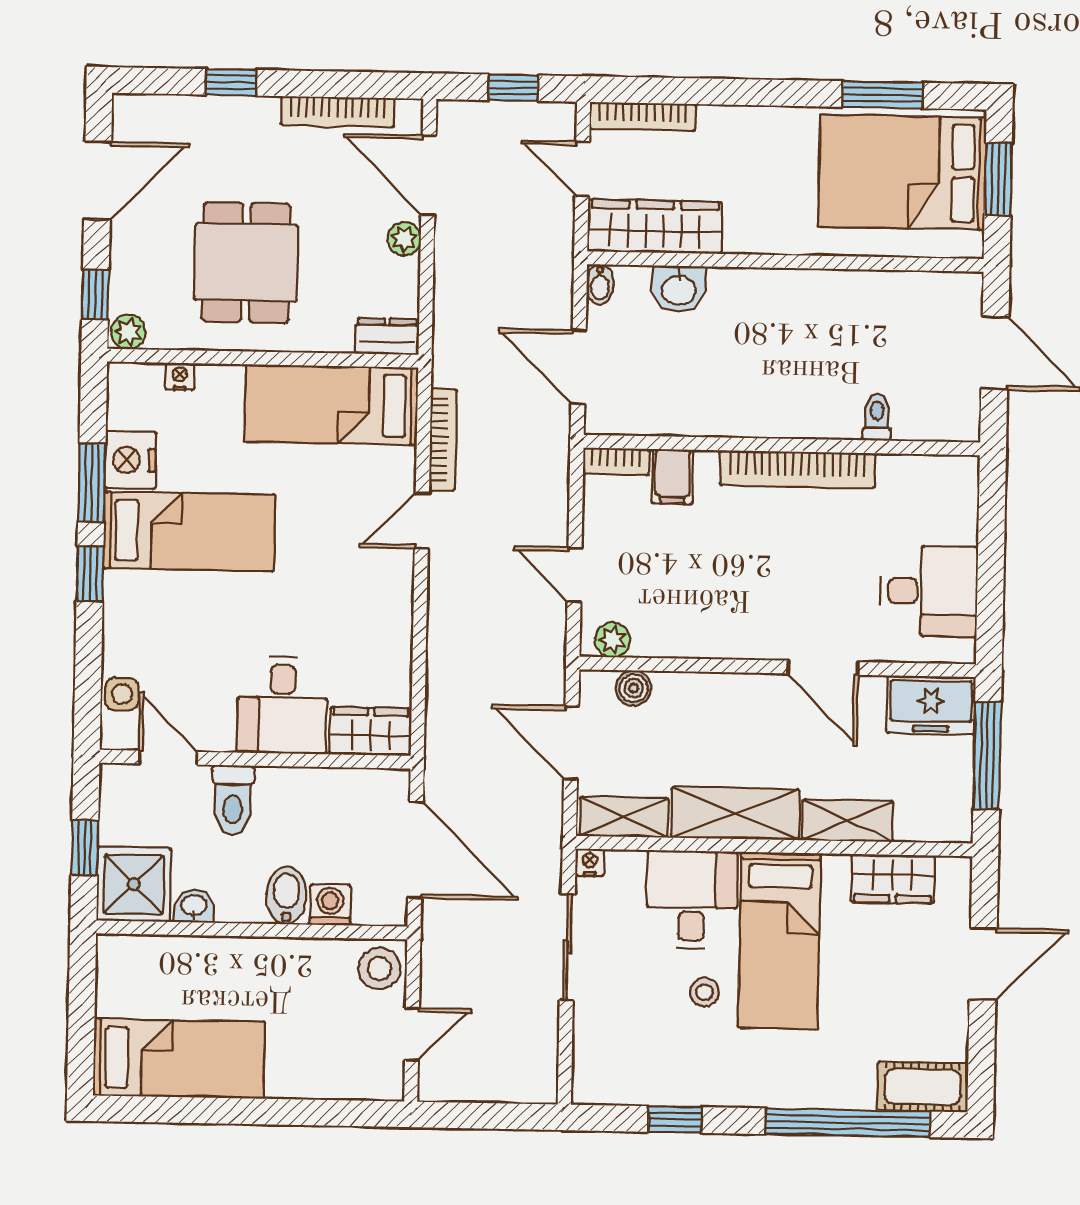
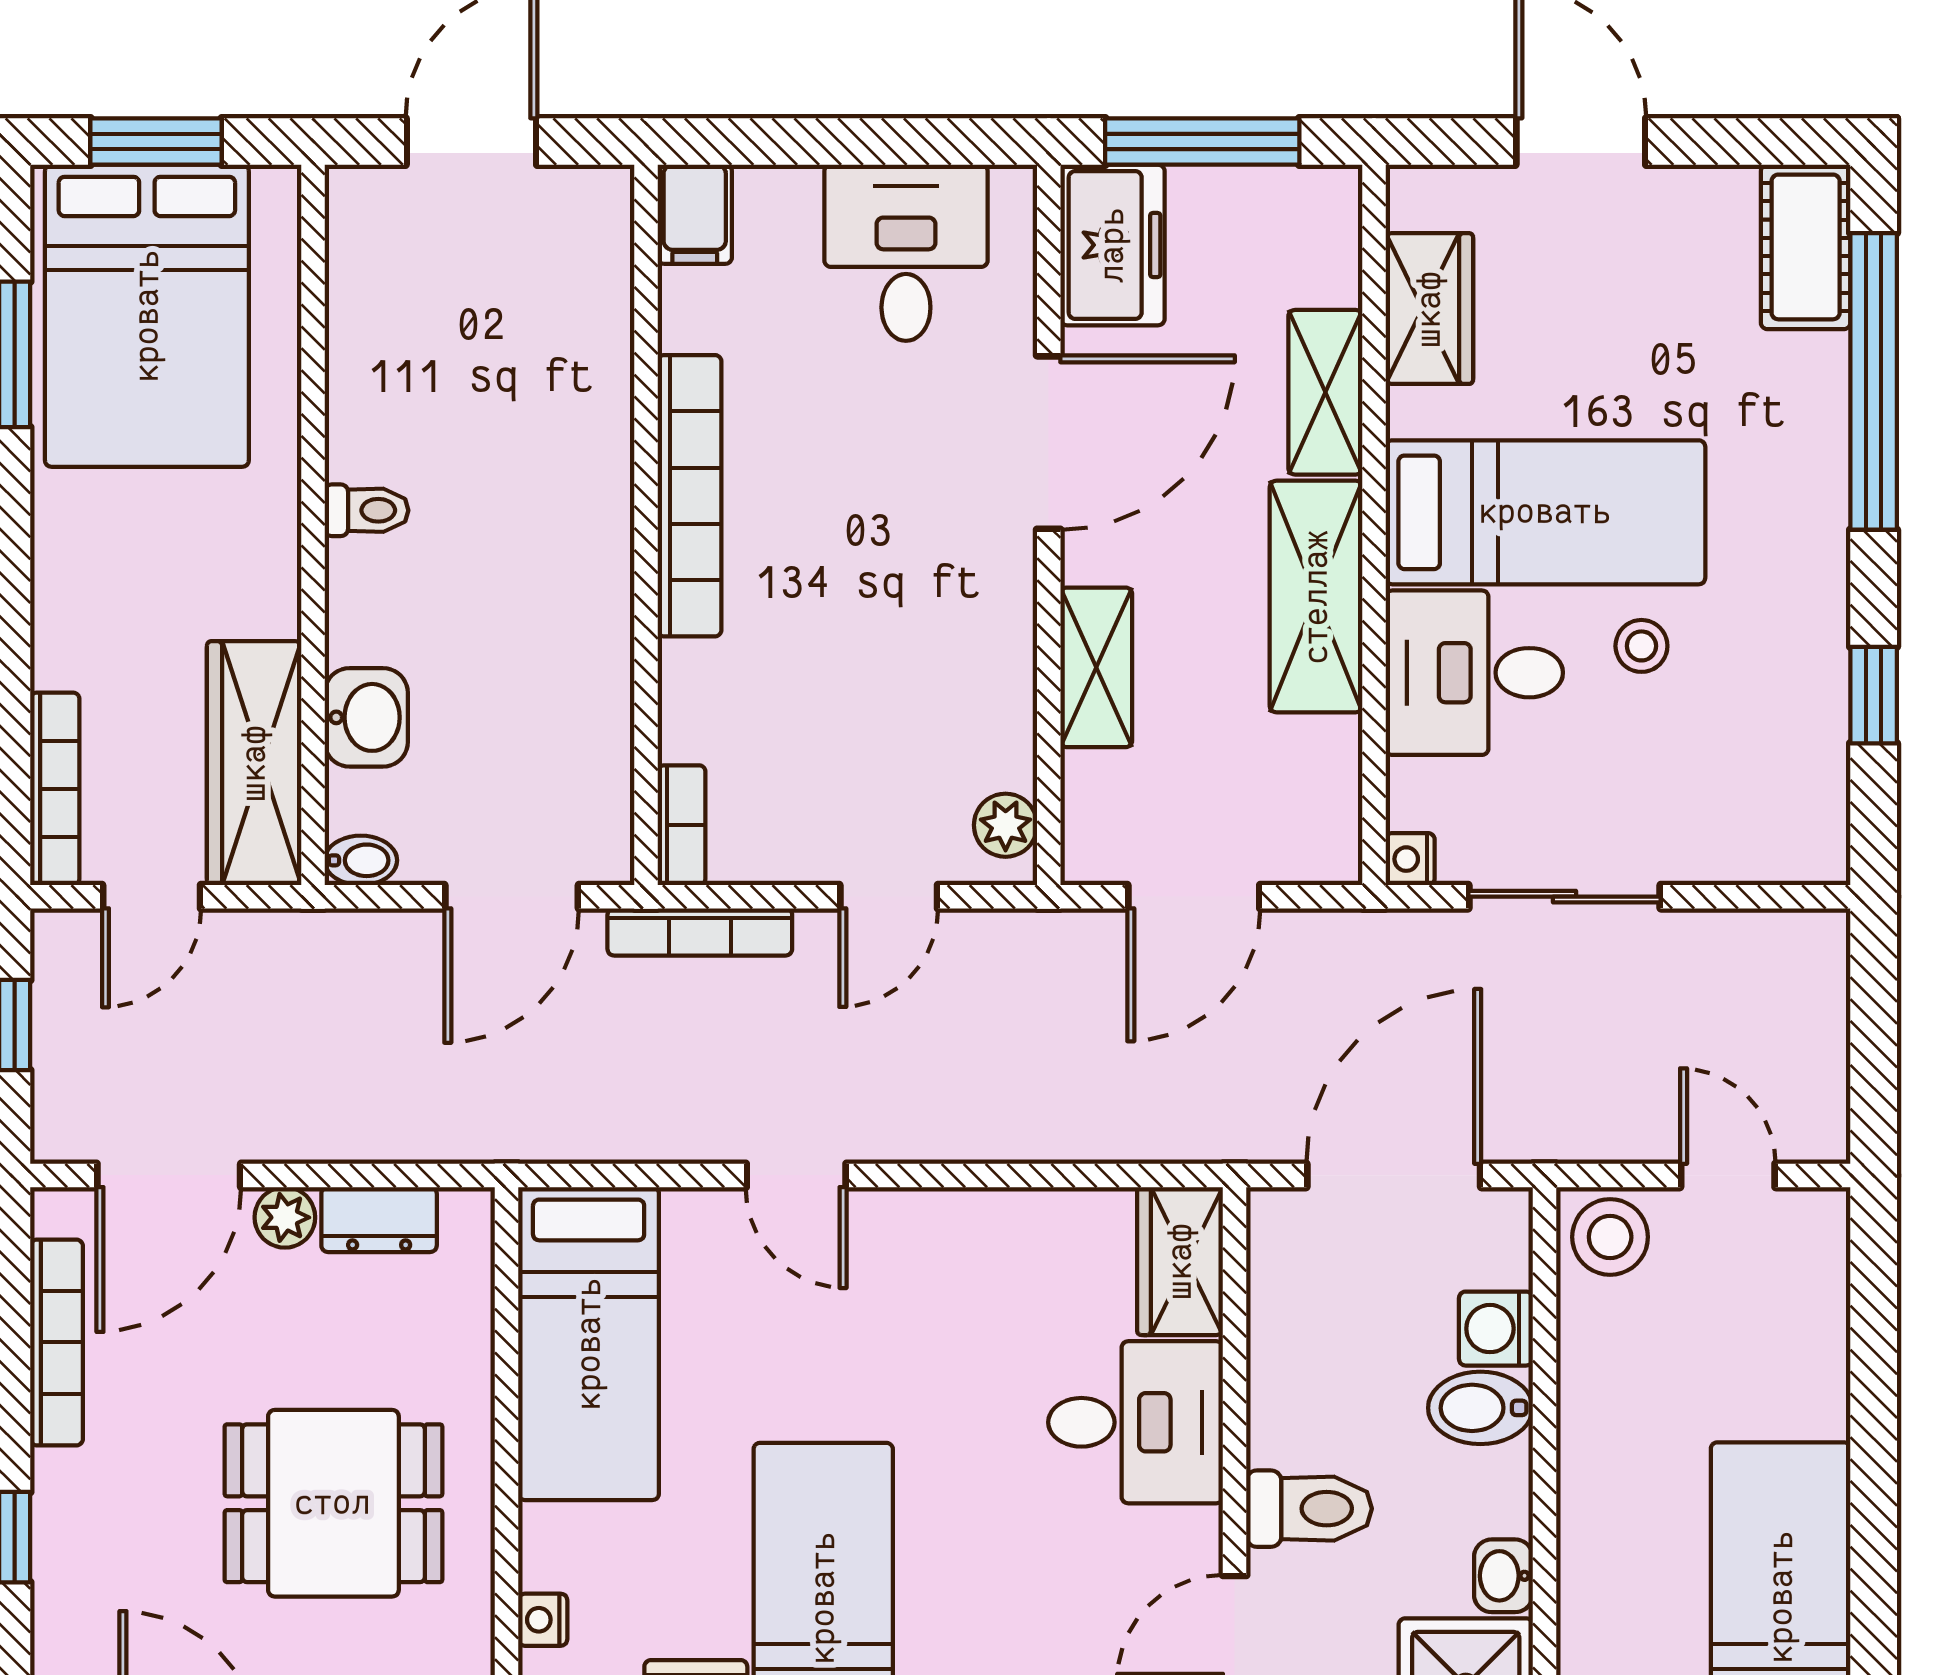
dresser: (387, 336) -> (379, 1220), moved, turned -90
toilet: (877, 417) -> (367, 510), moved, turned 180
bookcase: (443, 440) -> (700, 932), moved, turned 180
filing cabinet: (673, 477) -> (695, 214), moved, turned 90
door: (823, 668) -> (1049, 443), width x1.36
boiler: (634, 688) -> (1092, 785), removed
shelving: (624, 817) -> (1096, 667), moved

